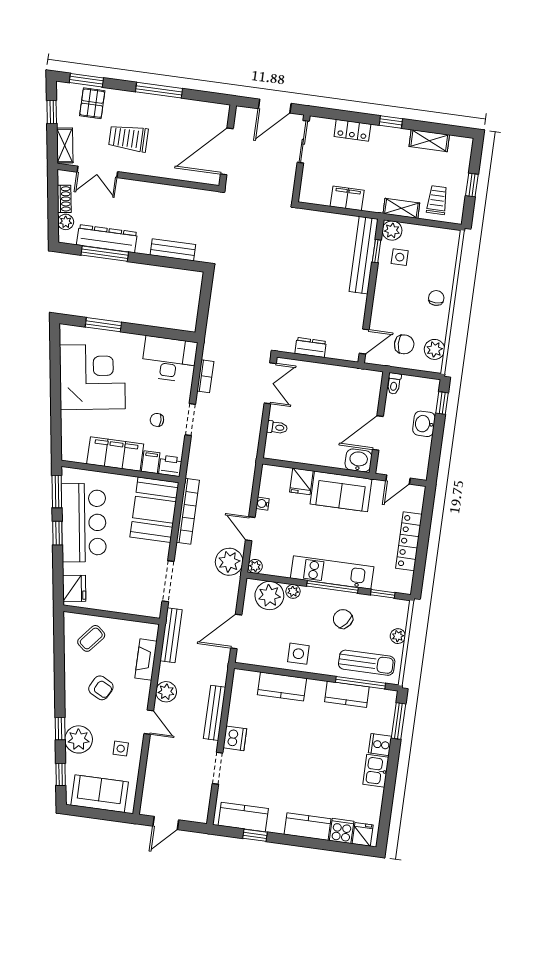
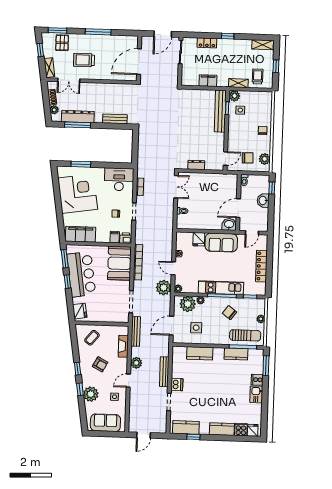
shelving: (429, 141) -> (263, 45), moved
filing cabinet: (115, 454) -> (81, 234), moved
side table: (298, 654) -> (196, 328), moved
door: (149, 722) -> (128, 381), swing flipped
window: (61, 774) -> (78, 369), moved

